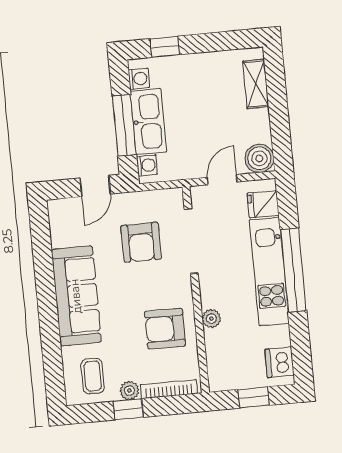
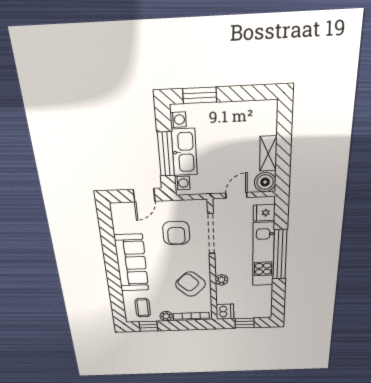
window: (165, 47) -> (200, 95), width x1.50
shelving: (256, 84) -> (268, 154), moved
armchair: (165, 329) -> (190, 284), turned 45
dishwasher: (280, 362) -> (225, 312), moved, turned 180
window: (128, 409) -> (148, 326), moved

